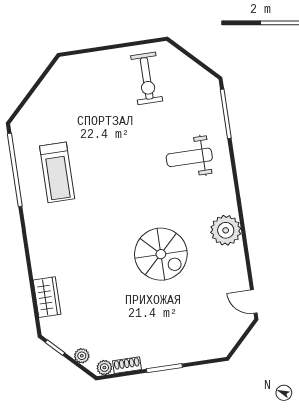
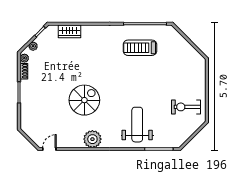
weight bench: (189, 157) -> (137, 125), width x1.36, depth x1.33
spiral stairs: (161, 254) -> (84, 100), turned 180

